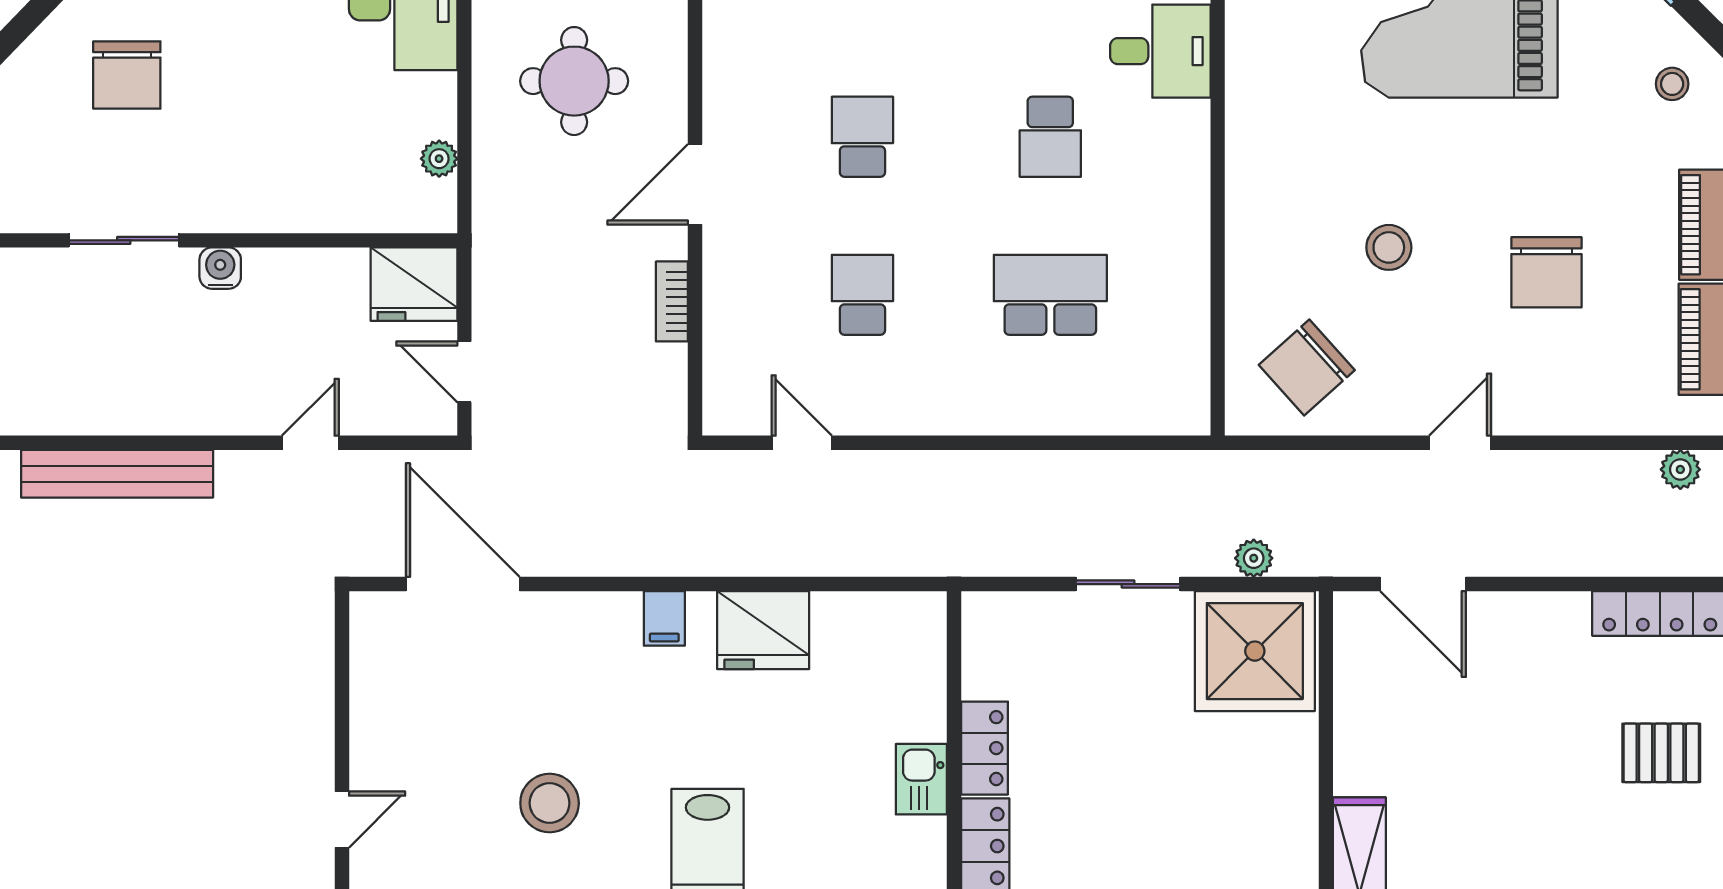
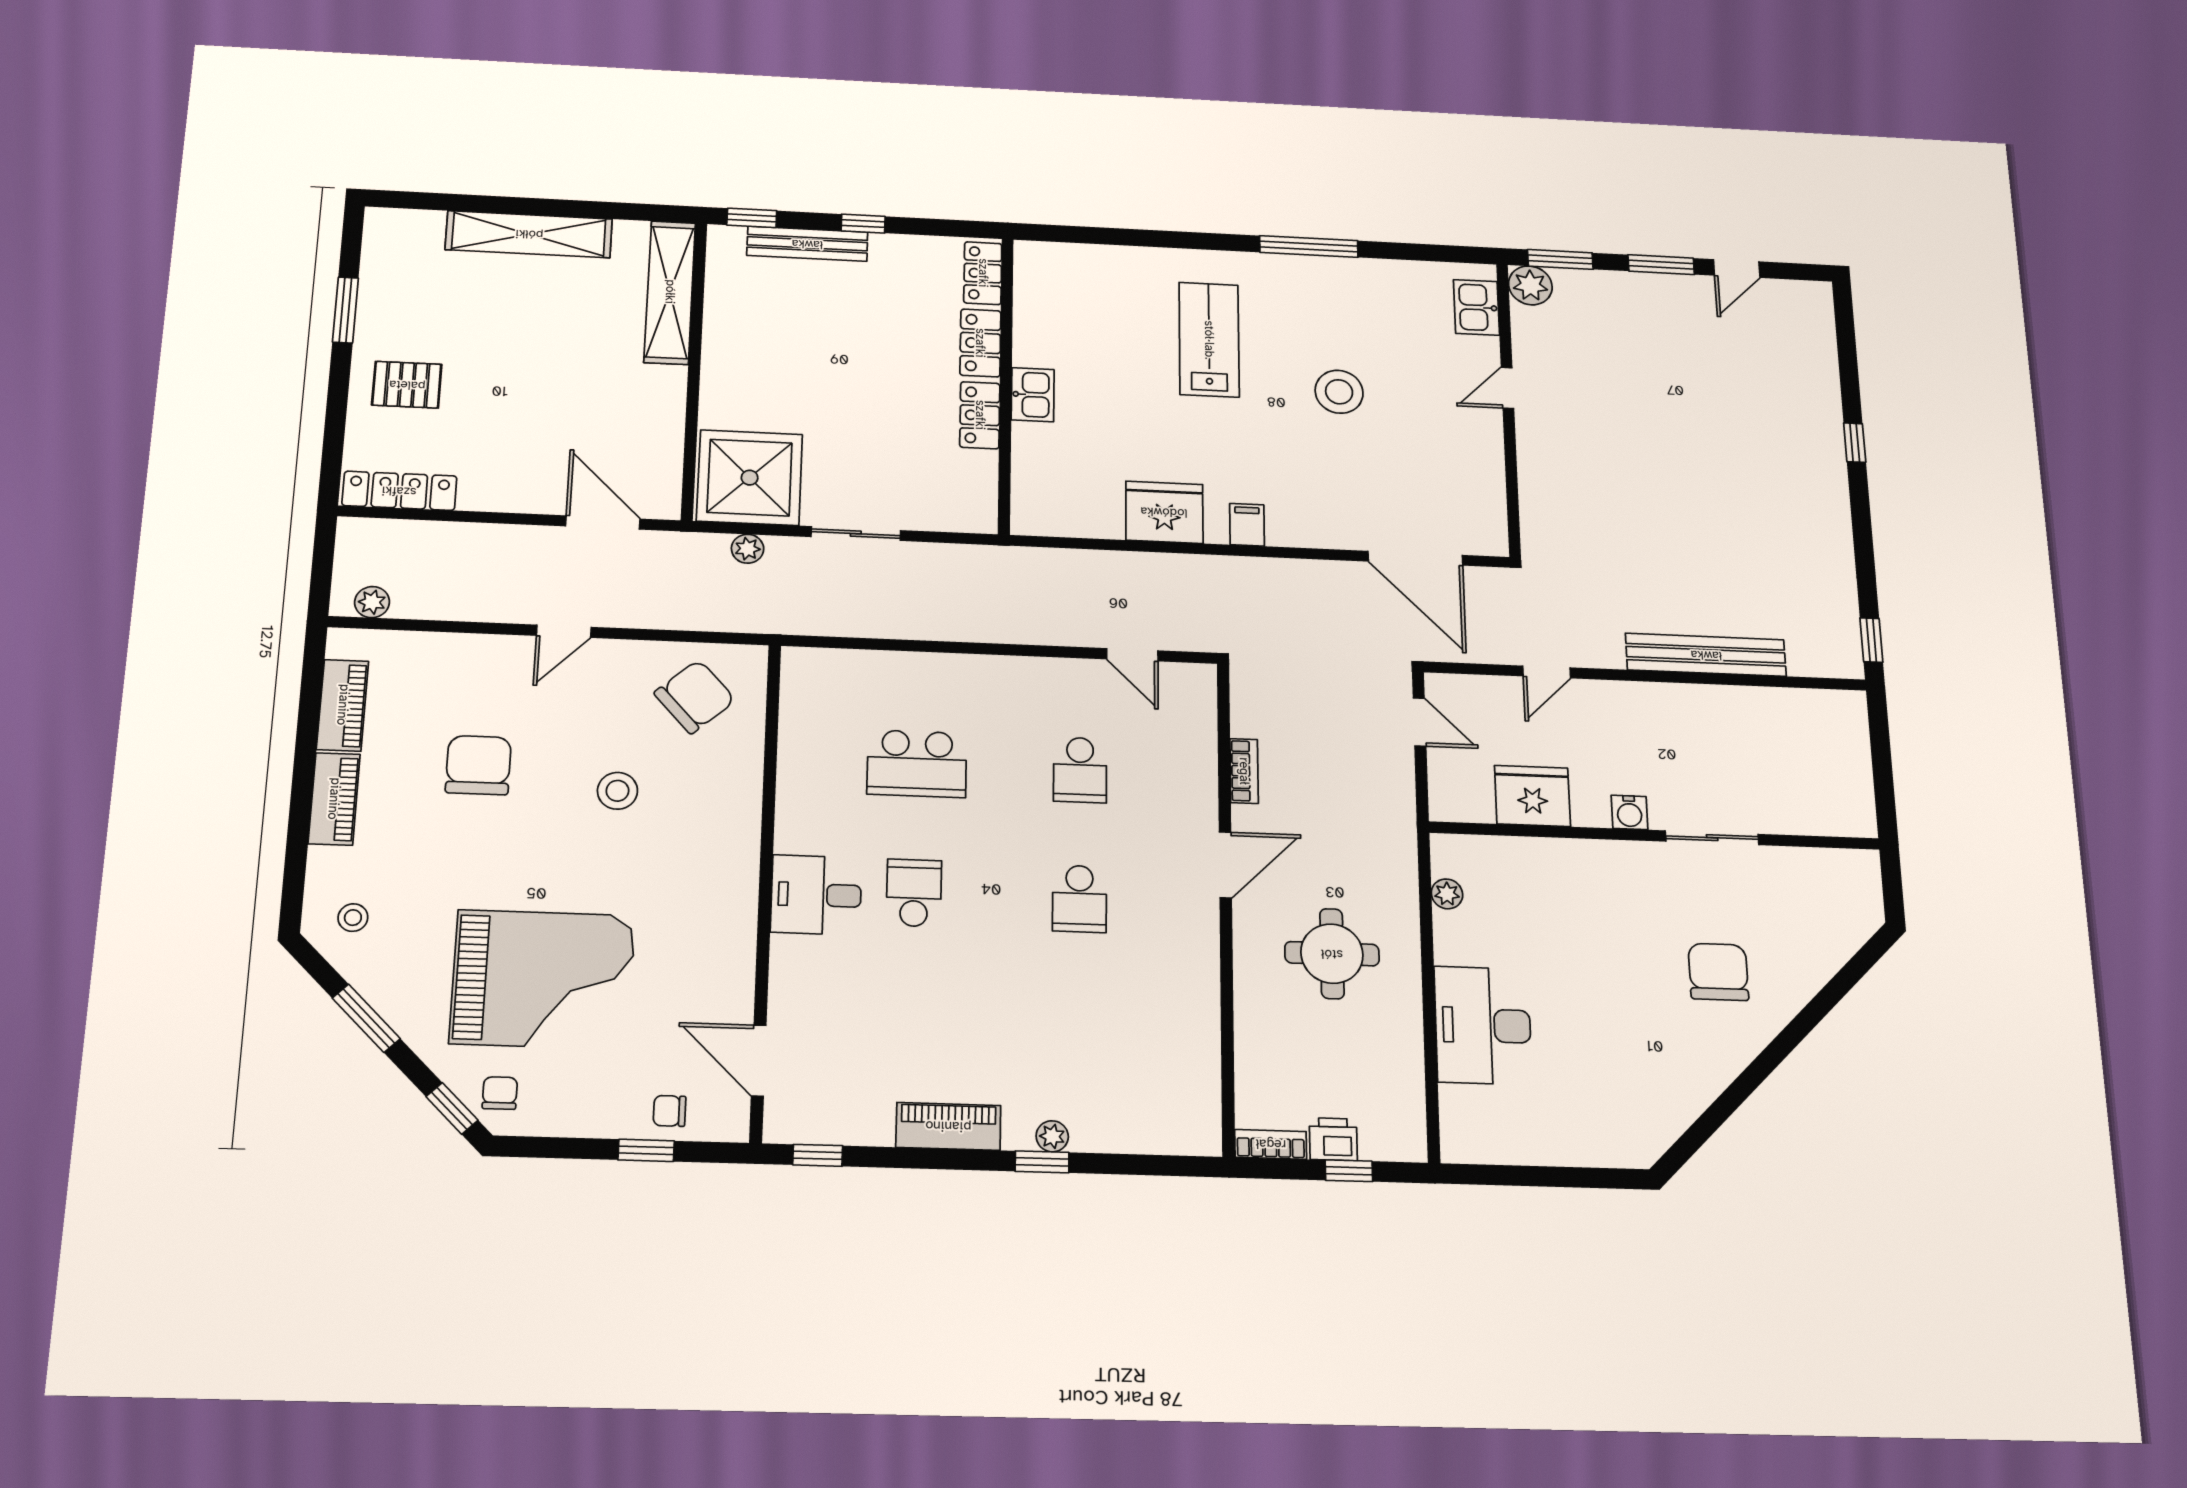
desk: (1160, 51) -> (816, 895), moved
fridge: (414, 284) -> (1532, 796), moved

